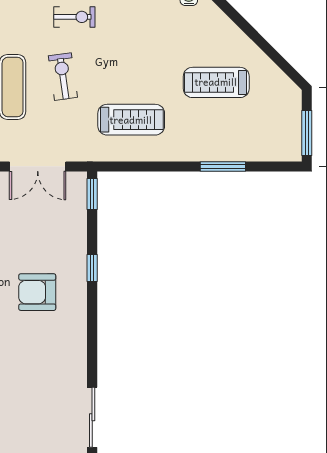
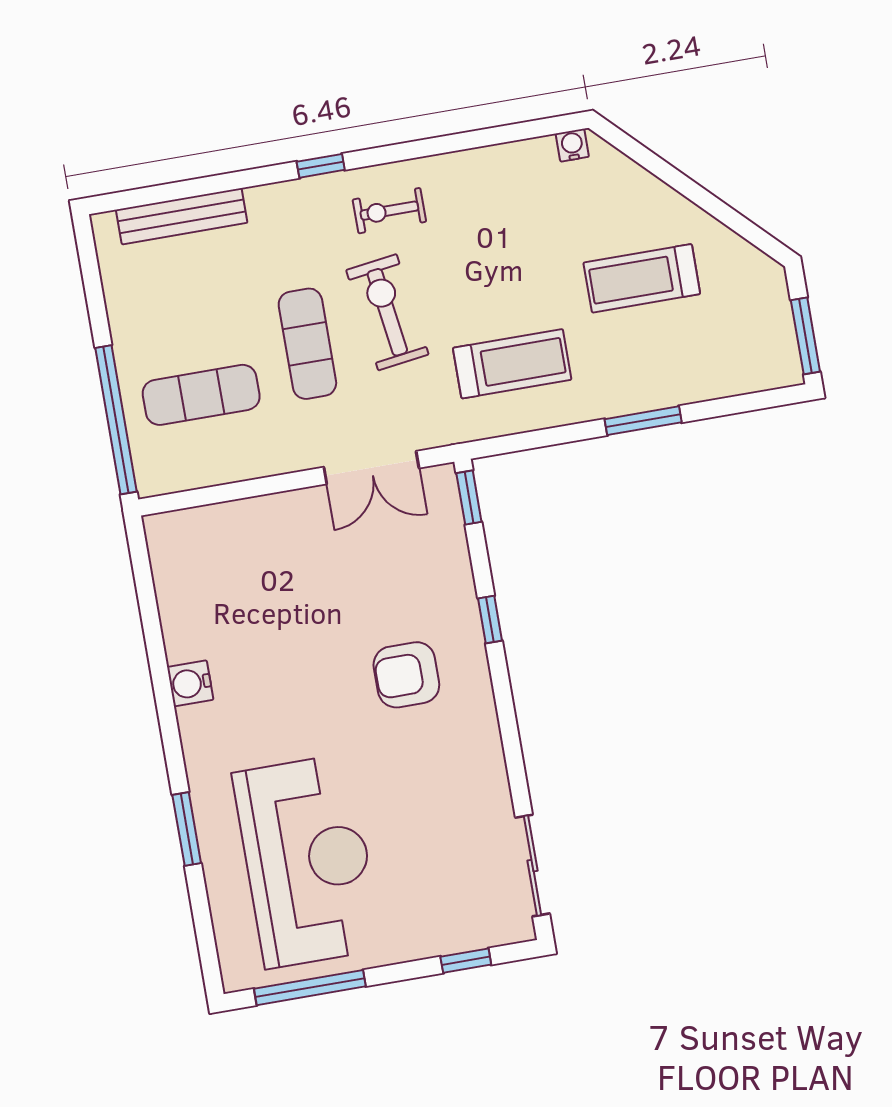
exercise bike: (74, 17) -> (389, 211), turned 180
exercise bike: (63, 77) -> (387, 312), width x1.38, depth x1.39
window: (223, 166) -> (643, 421), moved

